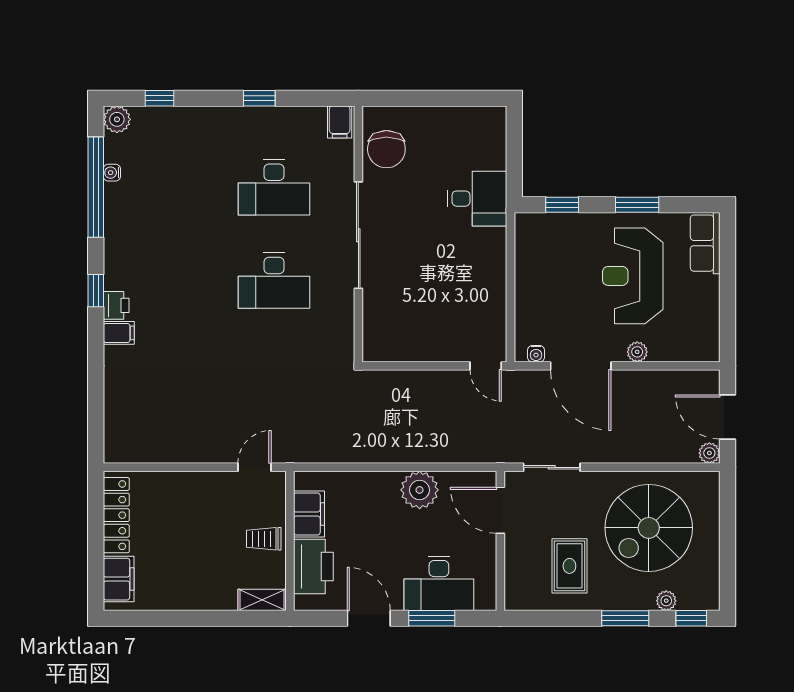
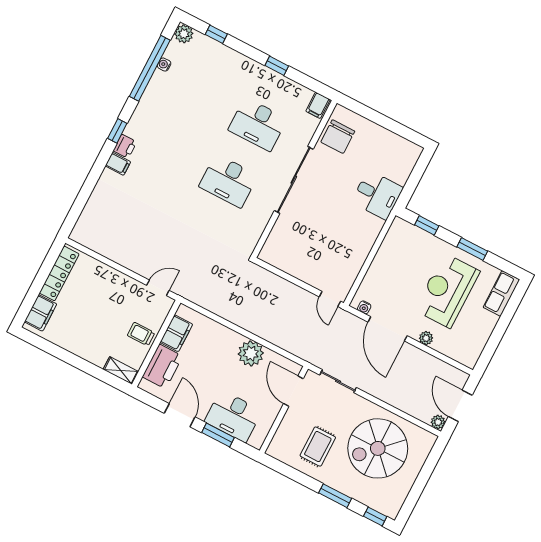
plant: (666, 601) -> (366, 498), removed

